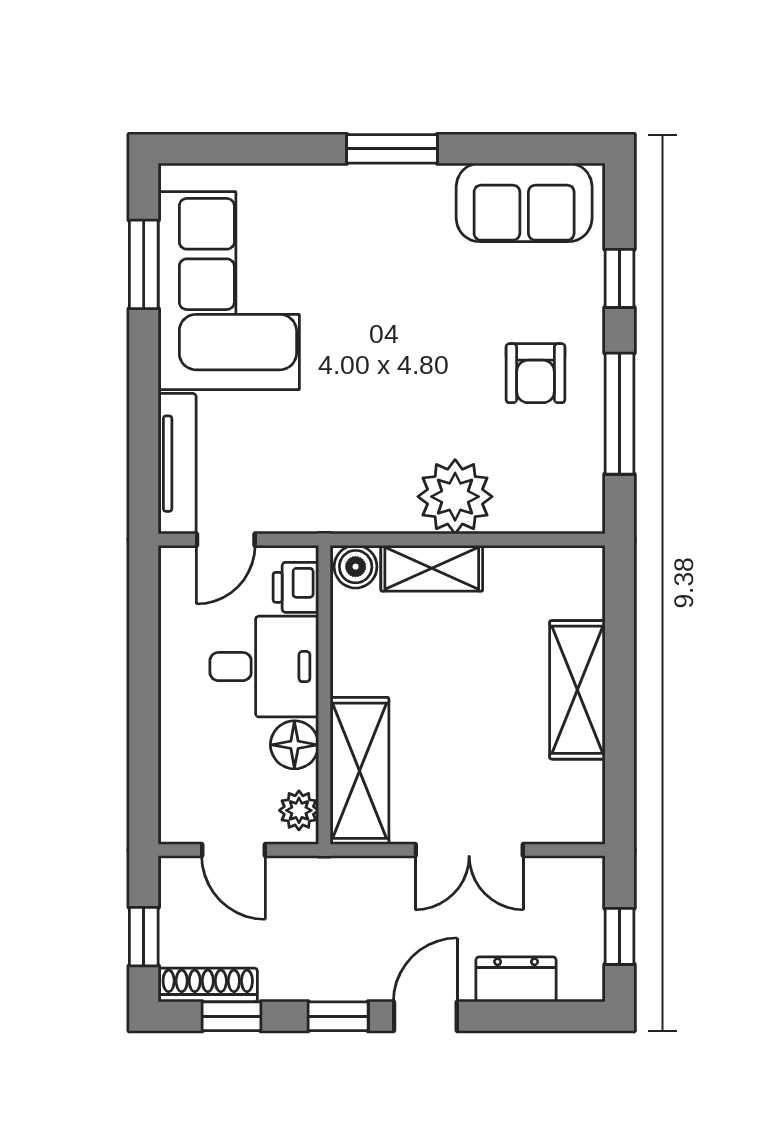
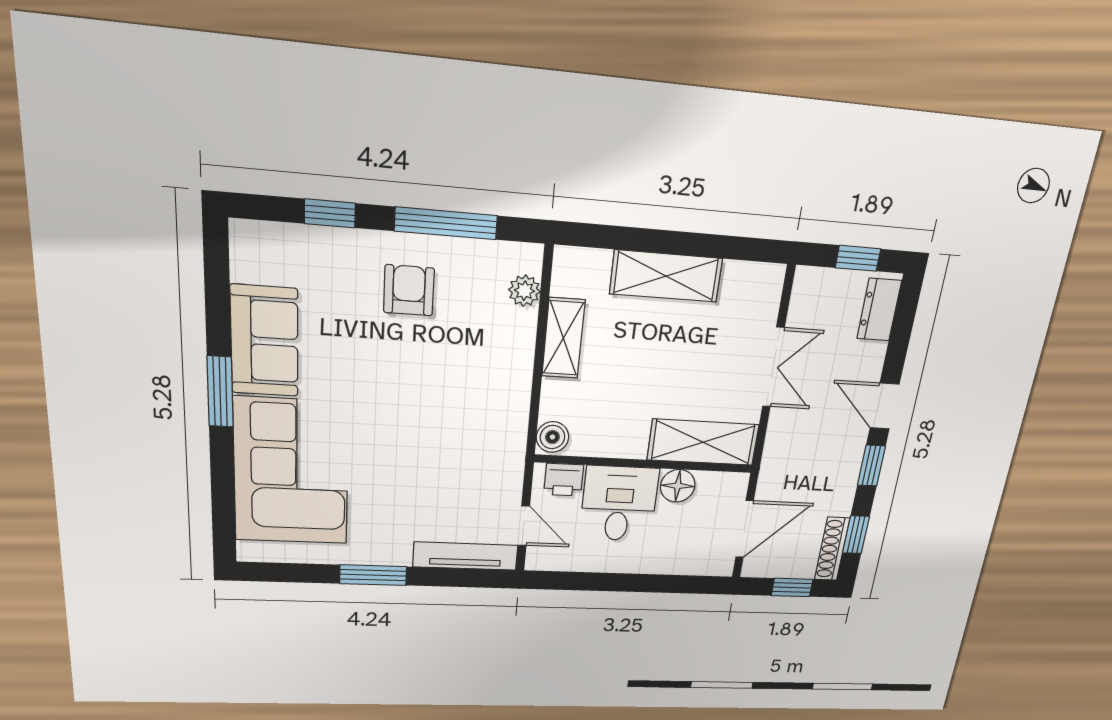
sofa: (524, 202) -> (264, 341), moved
window: (144, 264) -> (373, 575), moved
corner sofa: (229, 291) -> (291, 472), moved, turned 90
armchair: (536, 373) -> (409, 290), turned -90
plant: (455, 497) -> (524, 291), moved, width x0.53, depth x0.53
shelving: (432, 568) -> (563, 338), moved
plant: (299, 810) -> (725, 485), removed
door: (233, 850) -> (745, 529), width x1.38
dresser: (516, 979) -> (879, 310), moved

